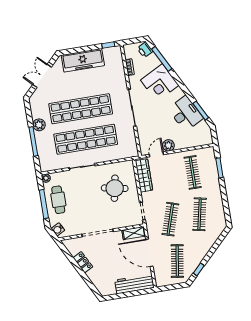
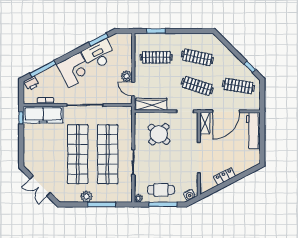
freezer: (83, 60) -> (43, 115), moved, turned 90
corner desk: (160, 83) -> (74, 70), moved
round table: (115, 188) -> (159, 134), turned 31

